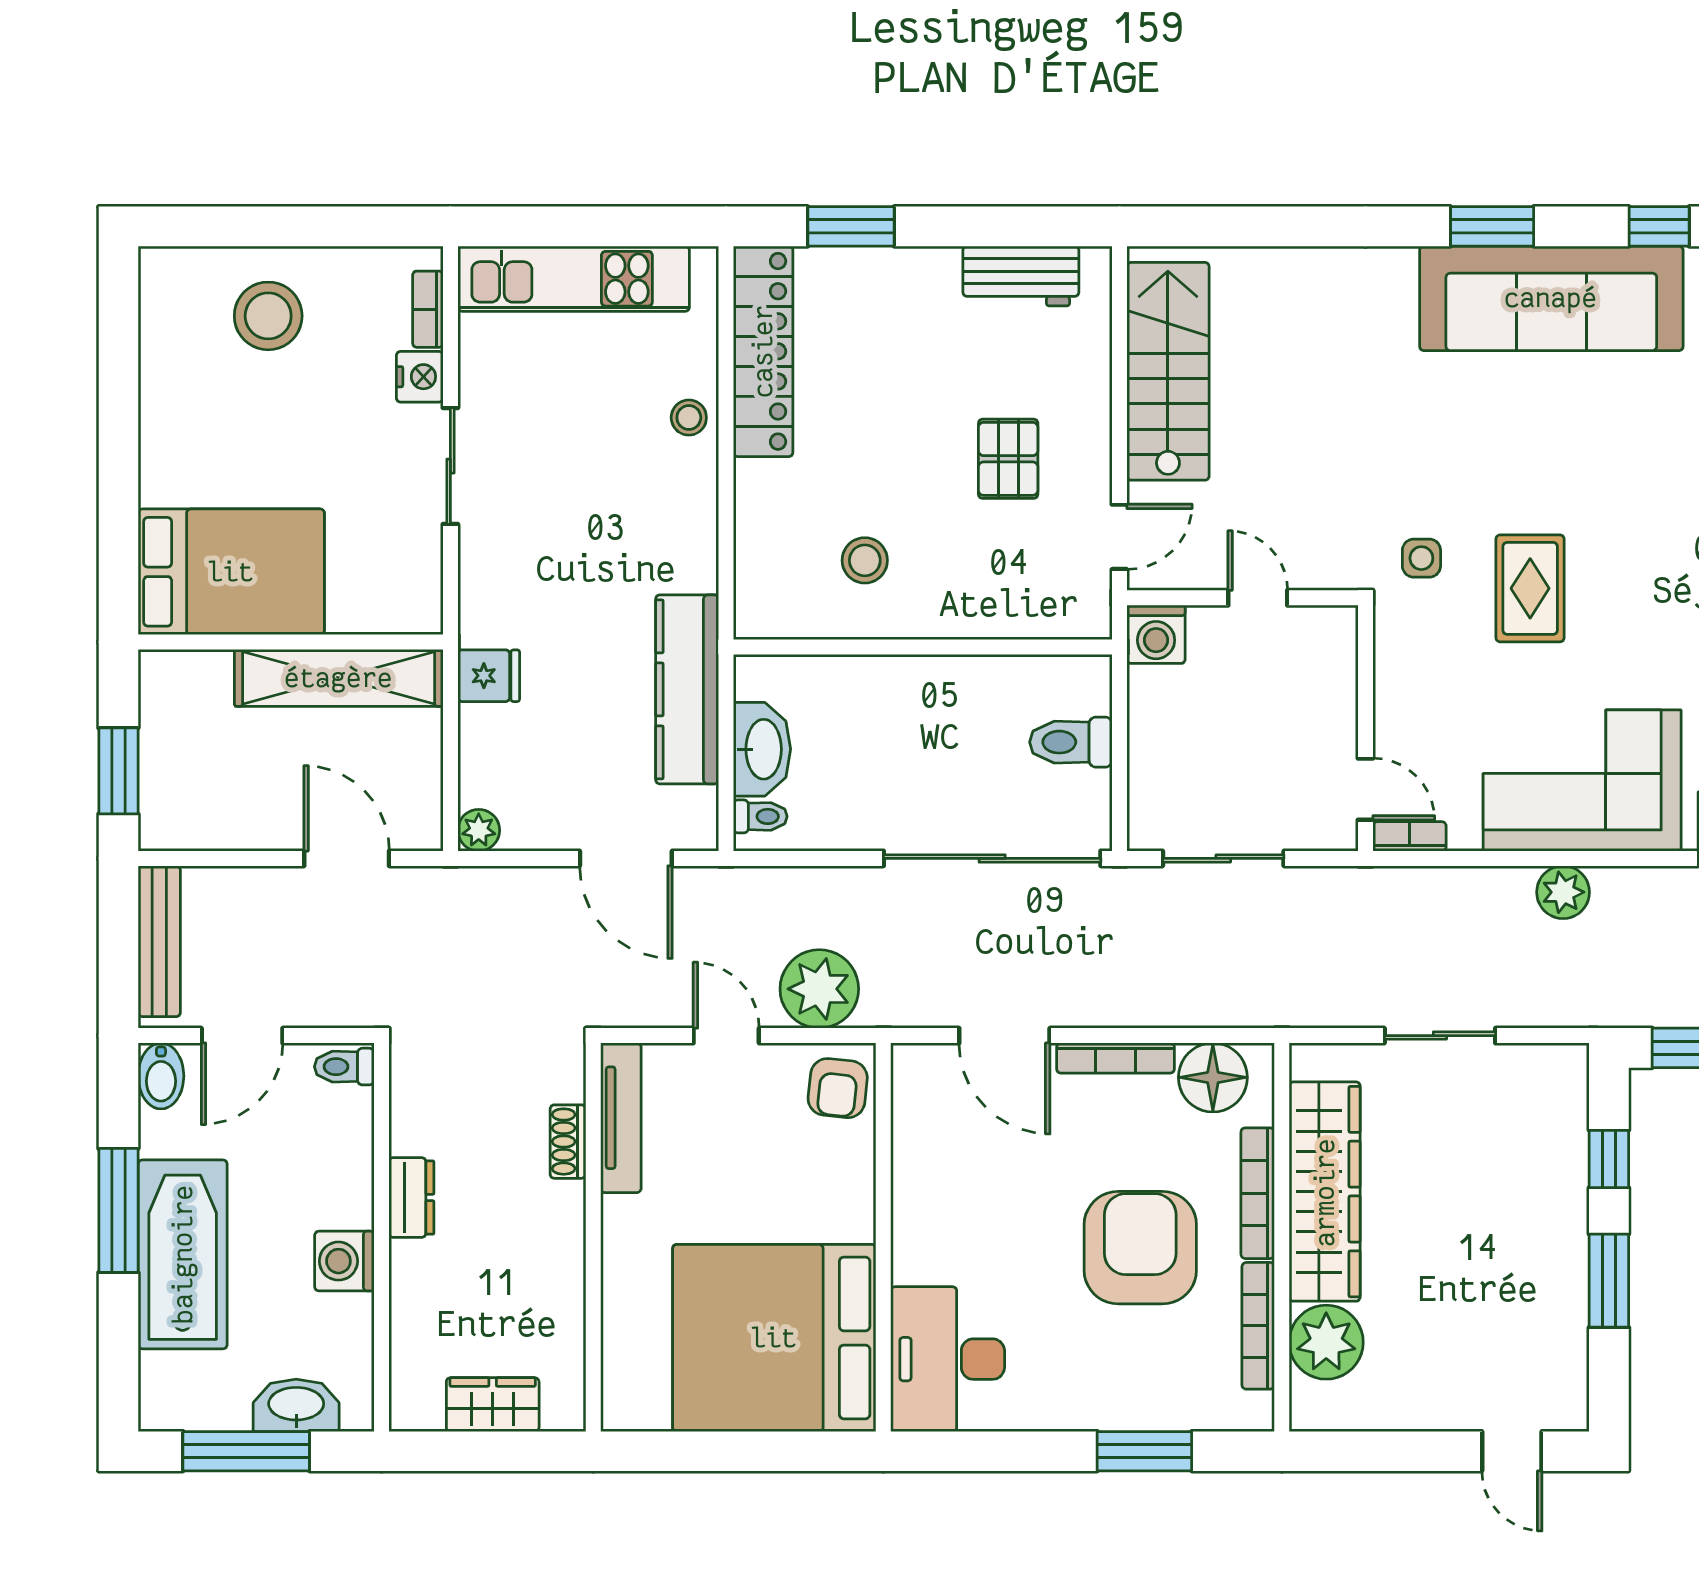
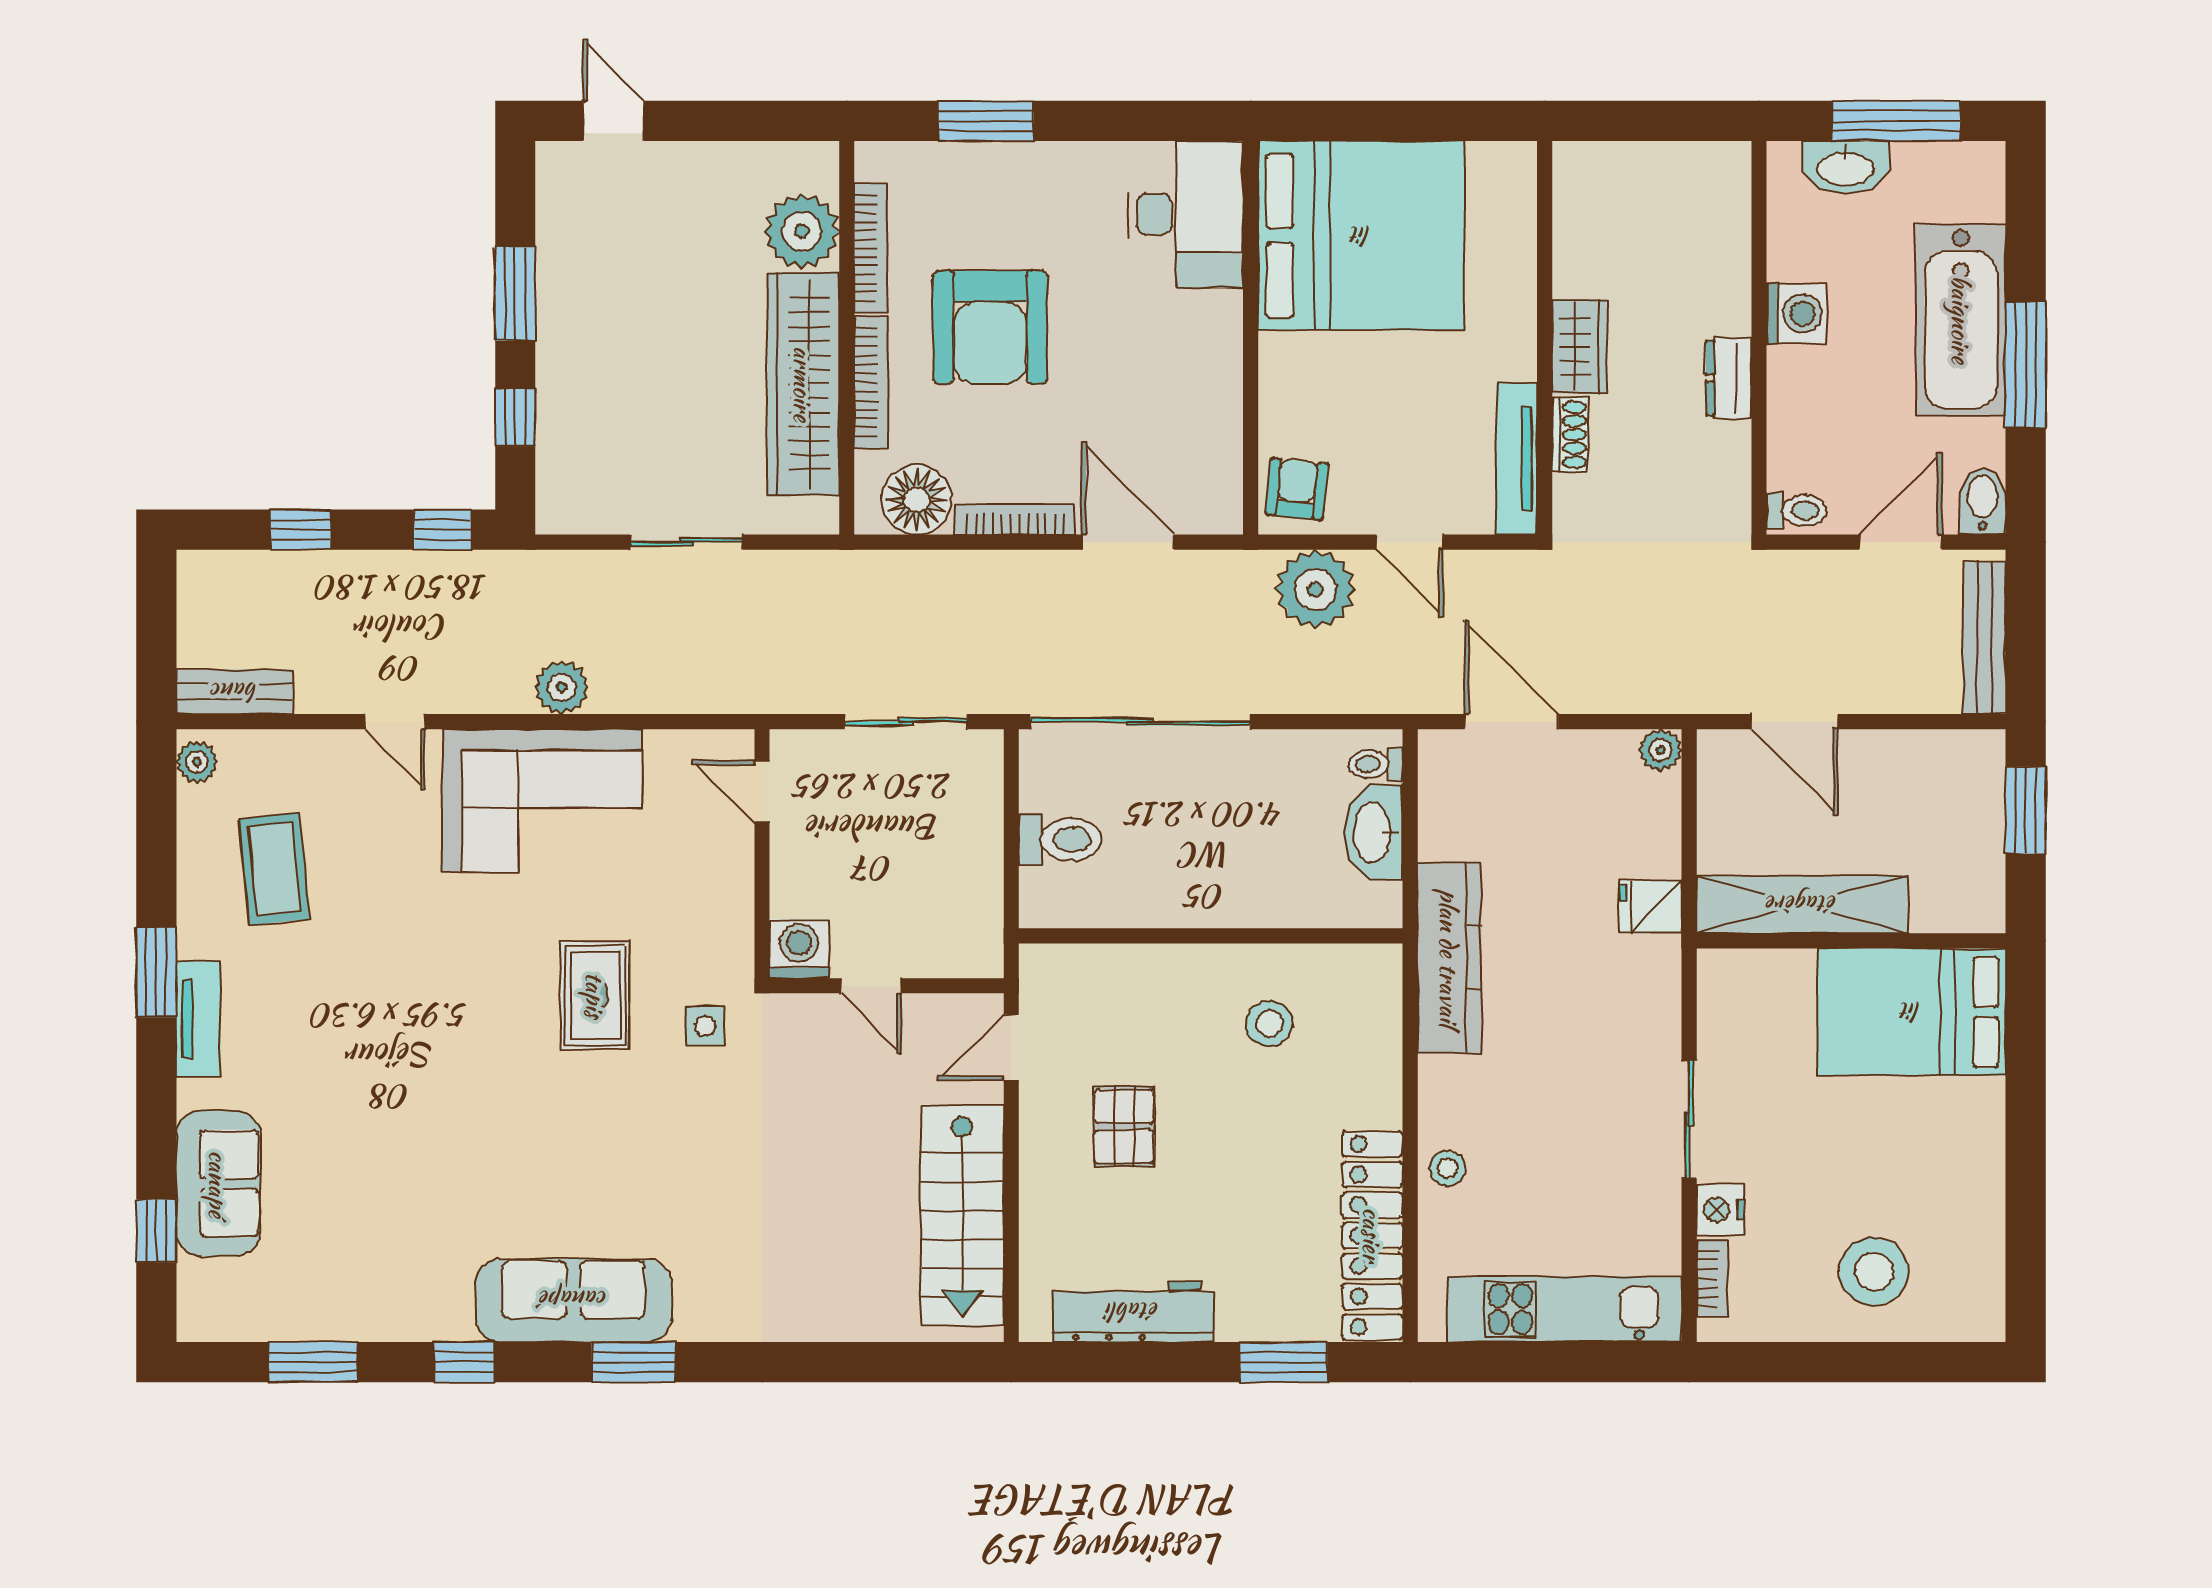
workbench: (1021, 276) -> (1133, 1312), width x1.38
sofa: (1551, 298) -> (574, 1300), width x0.74, depth x0.79
washing machine: (1156, 634) -> (799, 949), moved
kitchen counter: (687, 689) -> (1449, 958), moved
bookcase: (1409, 836) -> (717, 744), removed
wardrobe: (493, 1405) -> (1579, 346), moved, turned -90

